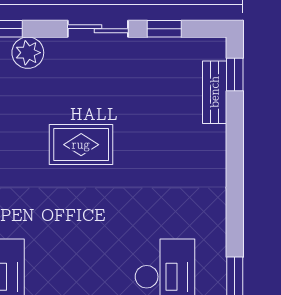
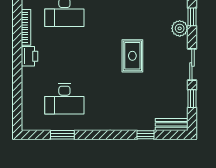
window: (235, 74) -> (145, 135), moved
bench: (215, 92) -> (172, 124), moved

